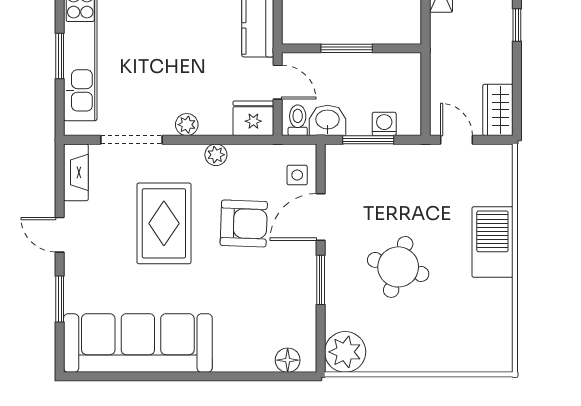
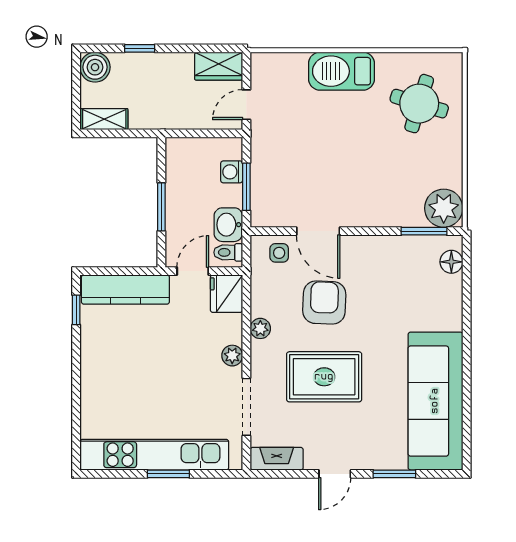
round table: (398, 267) -> (419, 104), moved
window: (321, 280) -> (424, 231), moved

